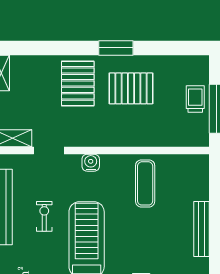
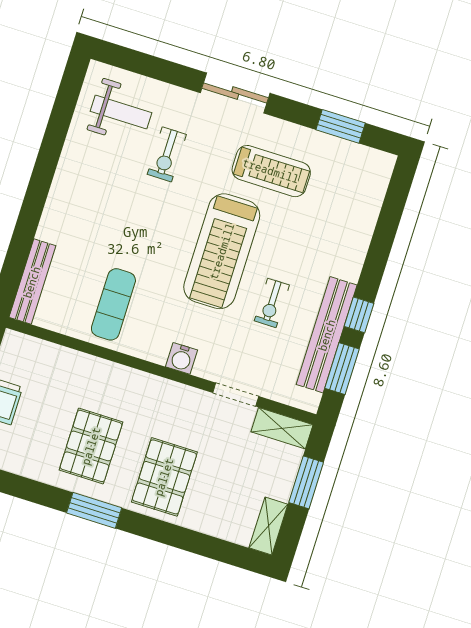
pallet: (131, 88) -> (91, 446), turned 90
bench: (202, 229) -> (32, 282), moved

